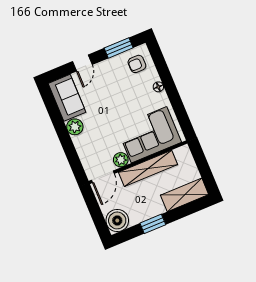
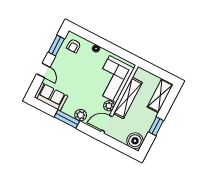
plant: (75, 127) -> (81, 115), moved
window: (64, 136) -> (67, 119), added
door: (103, 177) -> (107, 123), swing flipped

